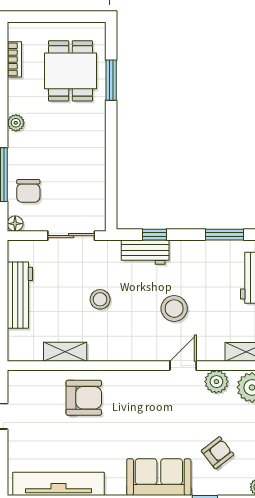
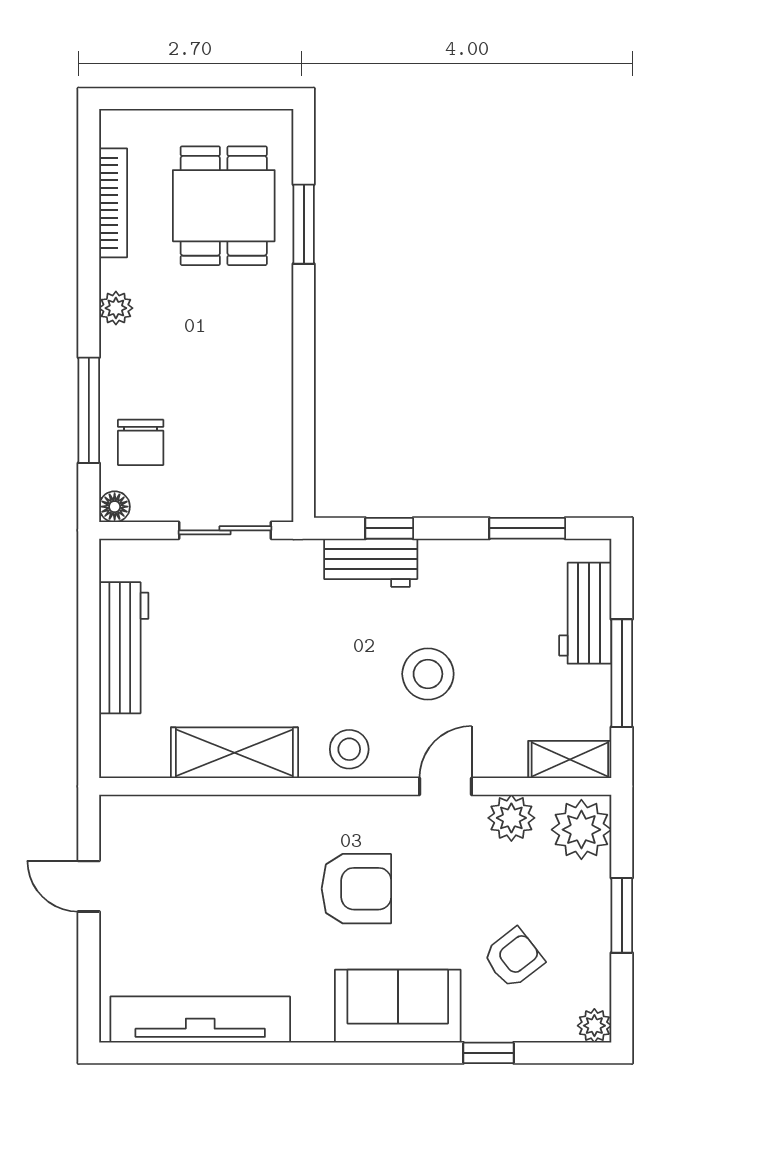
bookcase: (14, 59) -> (113, 203), width x1.56
stool: (100, 299) -> (349, 749), moved
shelving: (65, 352) -> (234, 753), width x1.50, depth x1.33
armchair: (84, 398) -> (356, 889), moved

